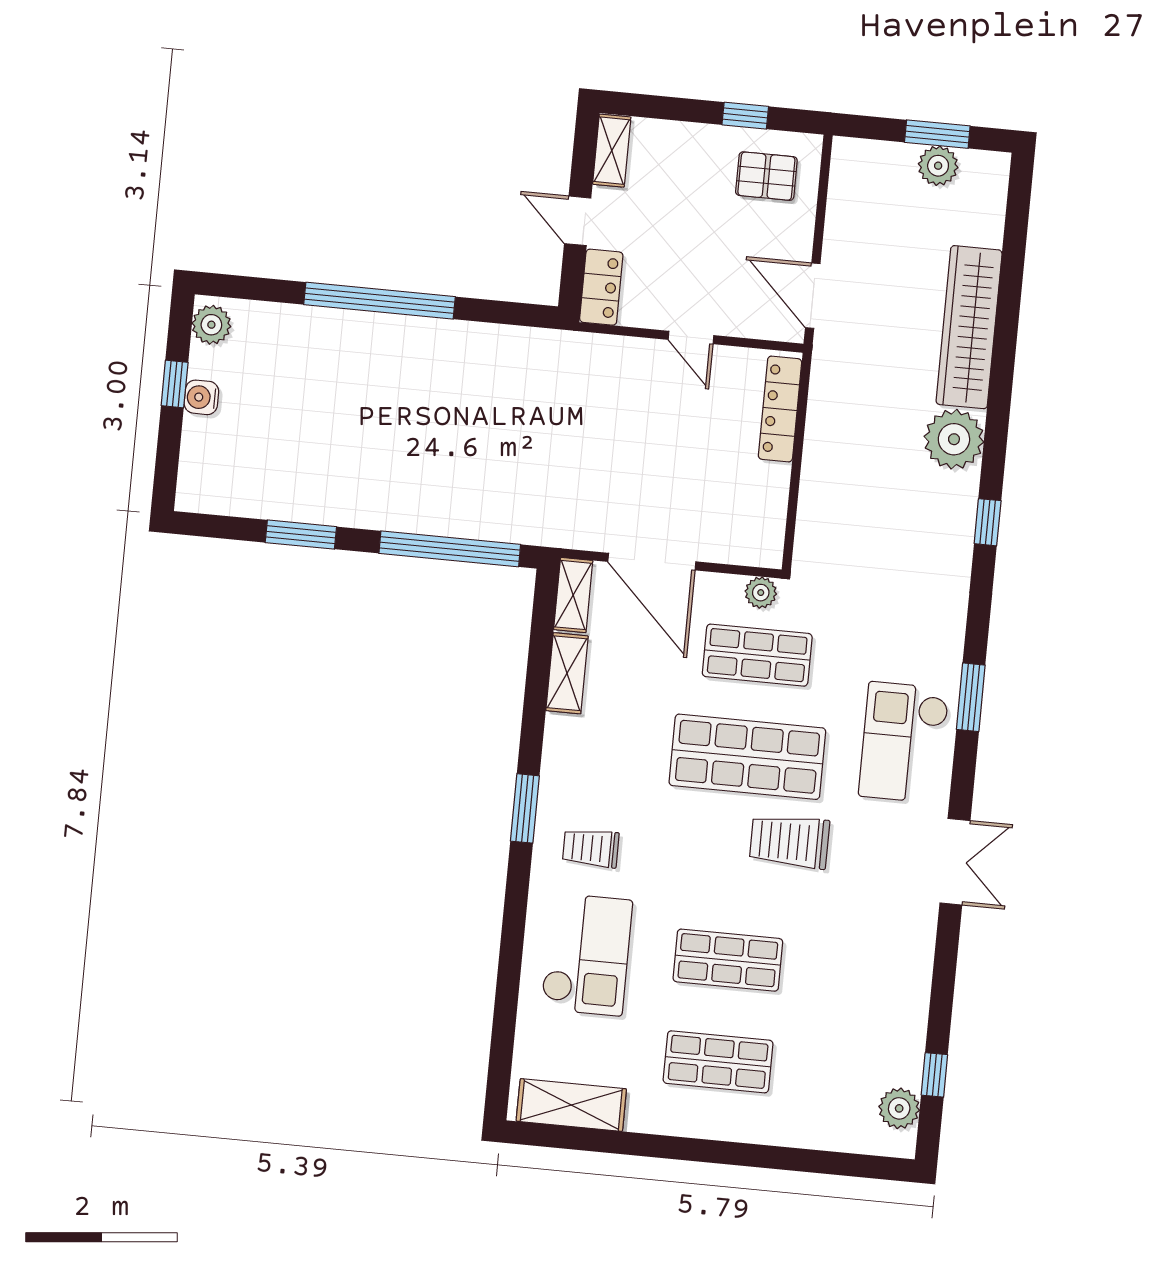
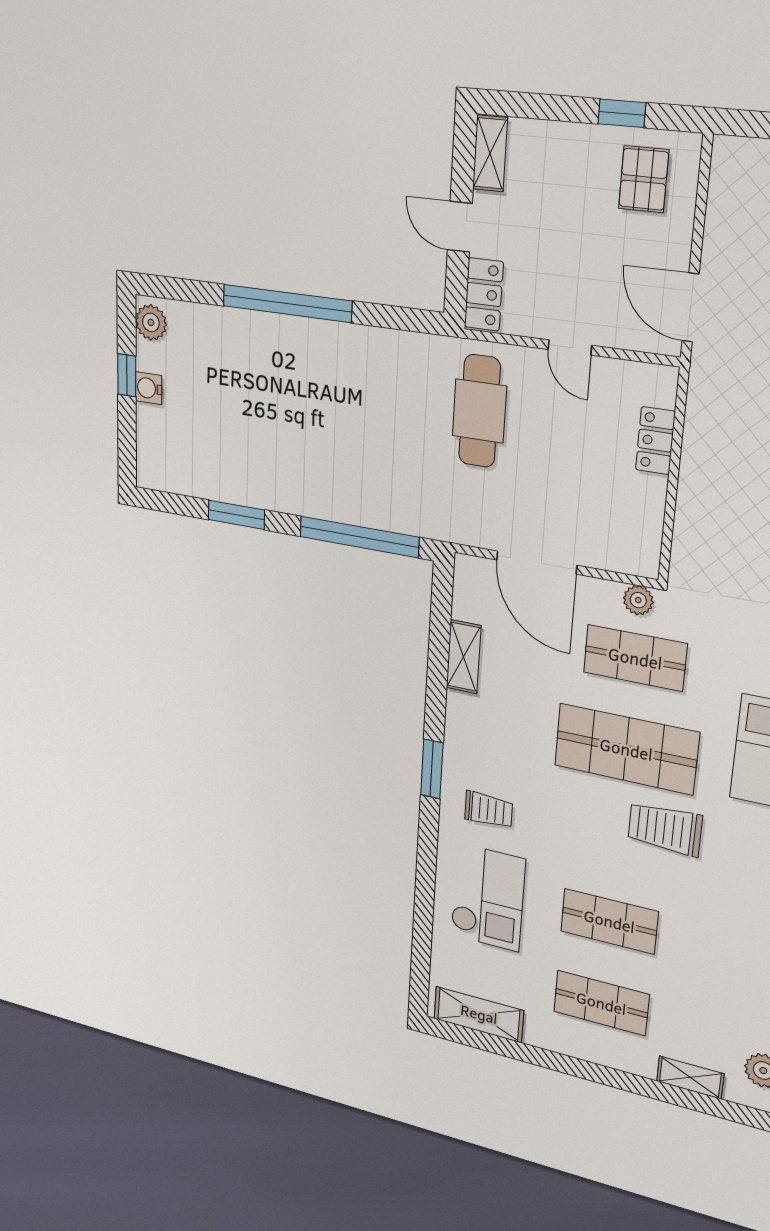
pallet: (766, 176) -> (644, 179), turned 90
cafe table: (593, 406) -> (479, 411), added
locker: (780, 409) -> (655, 441), width x0.66
shelving: (573, 595) -> (690, 1077), moved, turned 90
trolley: (591, 848) -> (489, 810), turned 180

